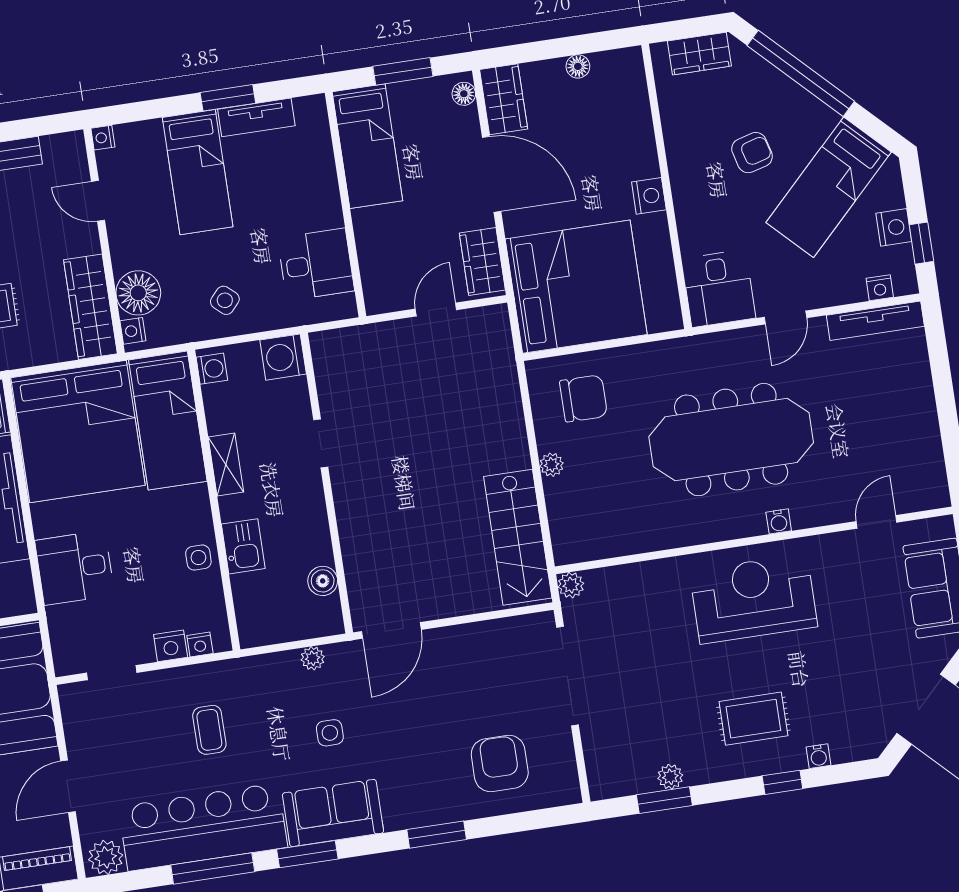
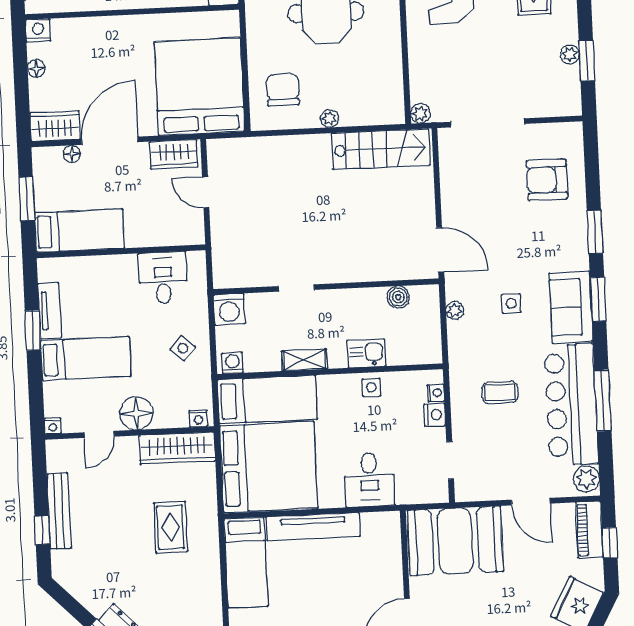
floor lamp: (464, 94) -> (72, 154), moved
nightstand: (649, 196) -> (38, 30), moved
floor lamp: (138, 293) -> (136, 413), moved
window: (307, 854) -> (598, 299), moved

